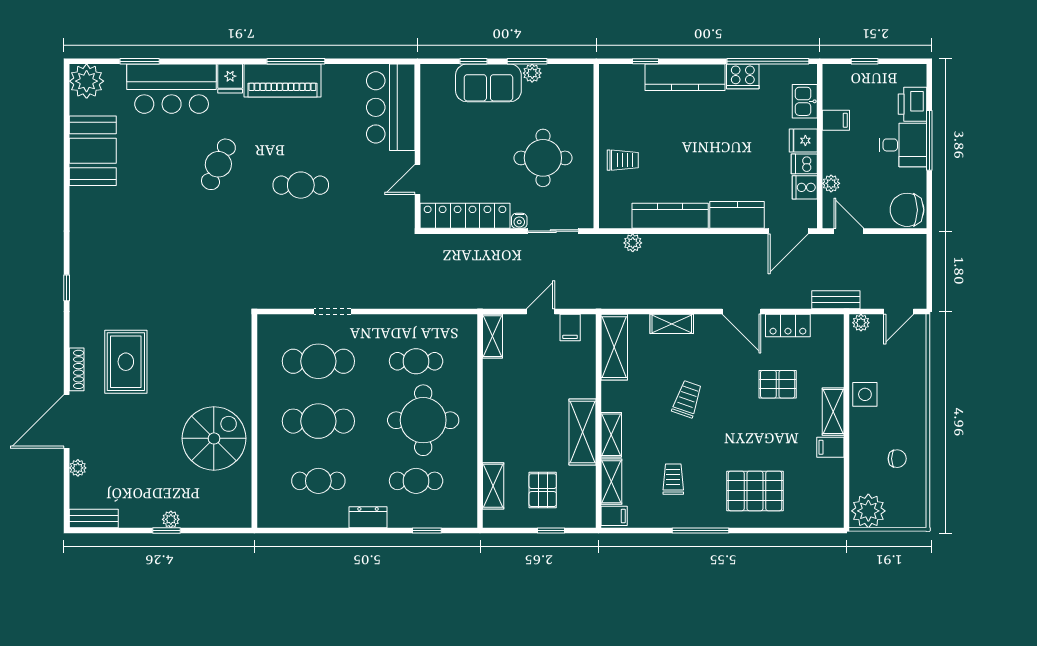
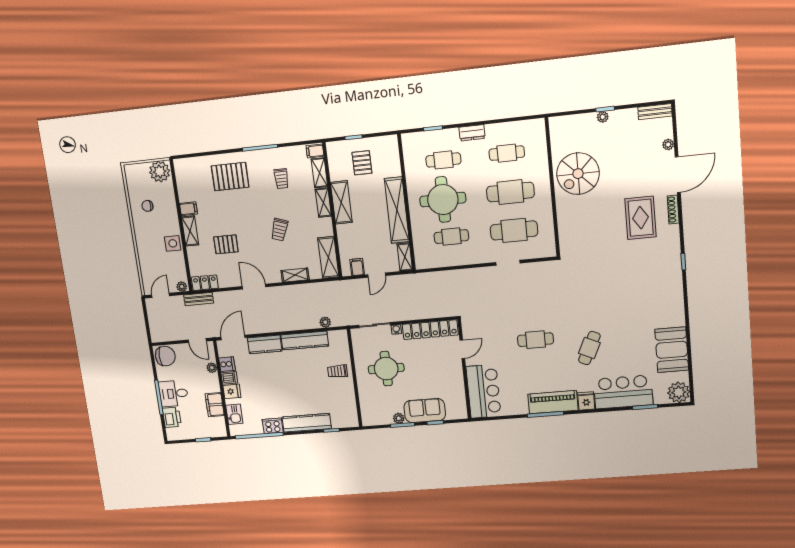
filing cabinet: (836, 120) -> (215, 405), width x2.00
locker: (788, 325) -> (205, 283), moved
shelving: (493, 486) -> (397, 210), moved, width x2.20, depth x1.33

